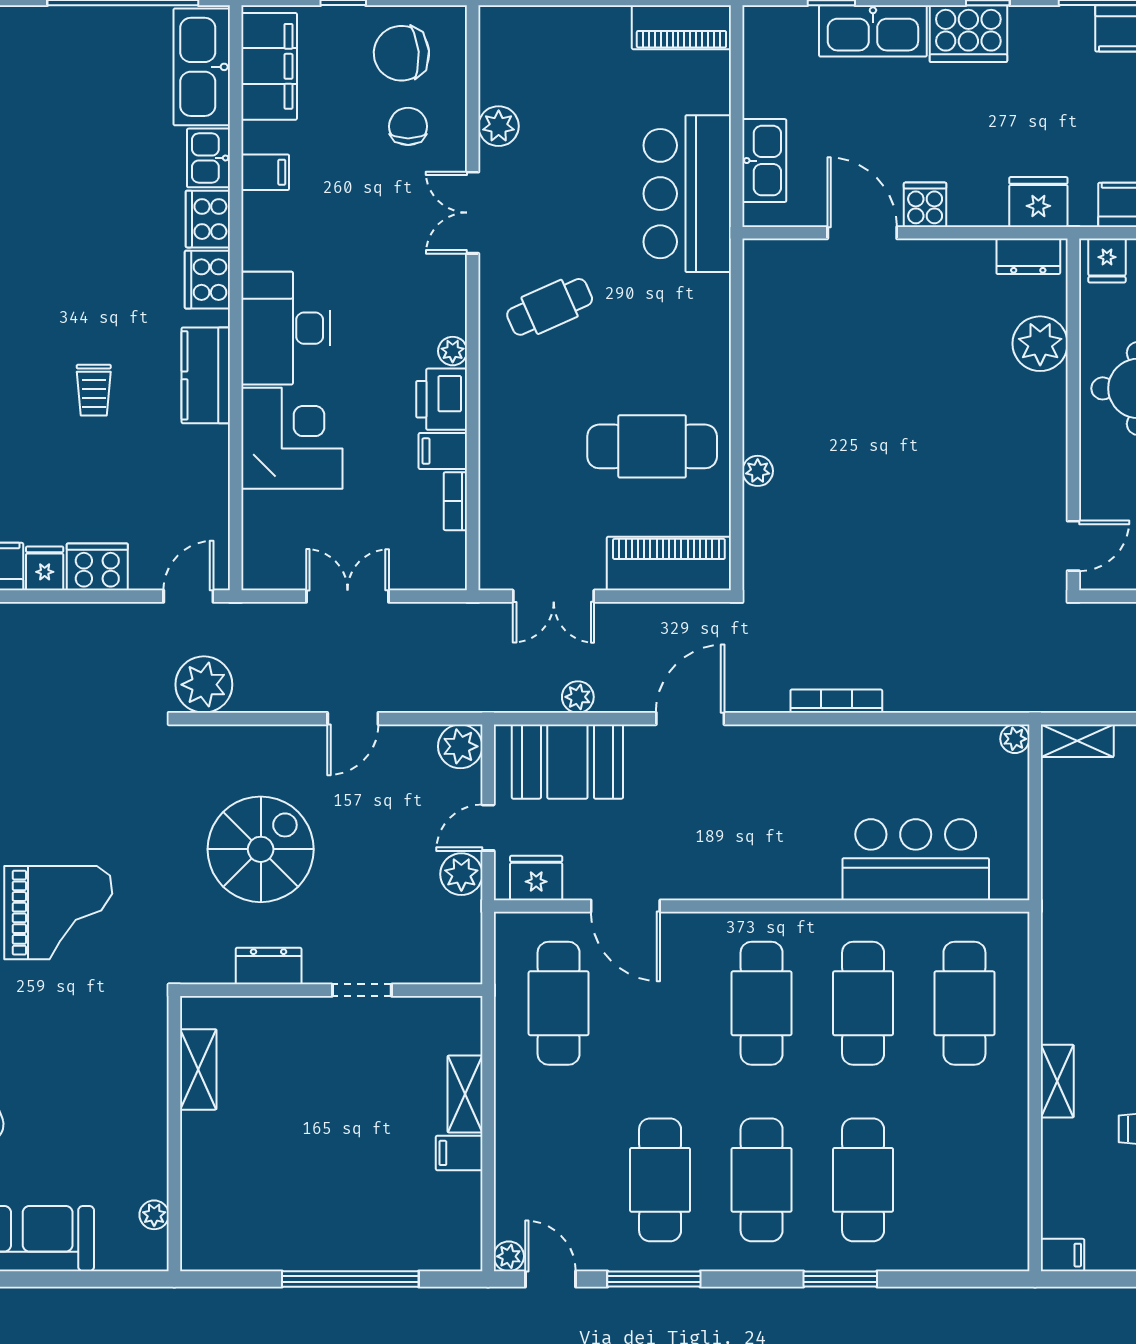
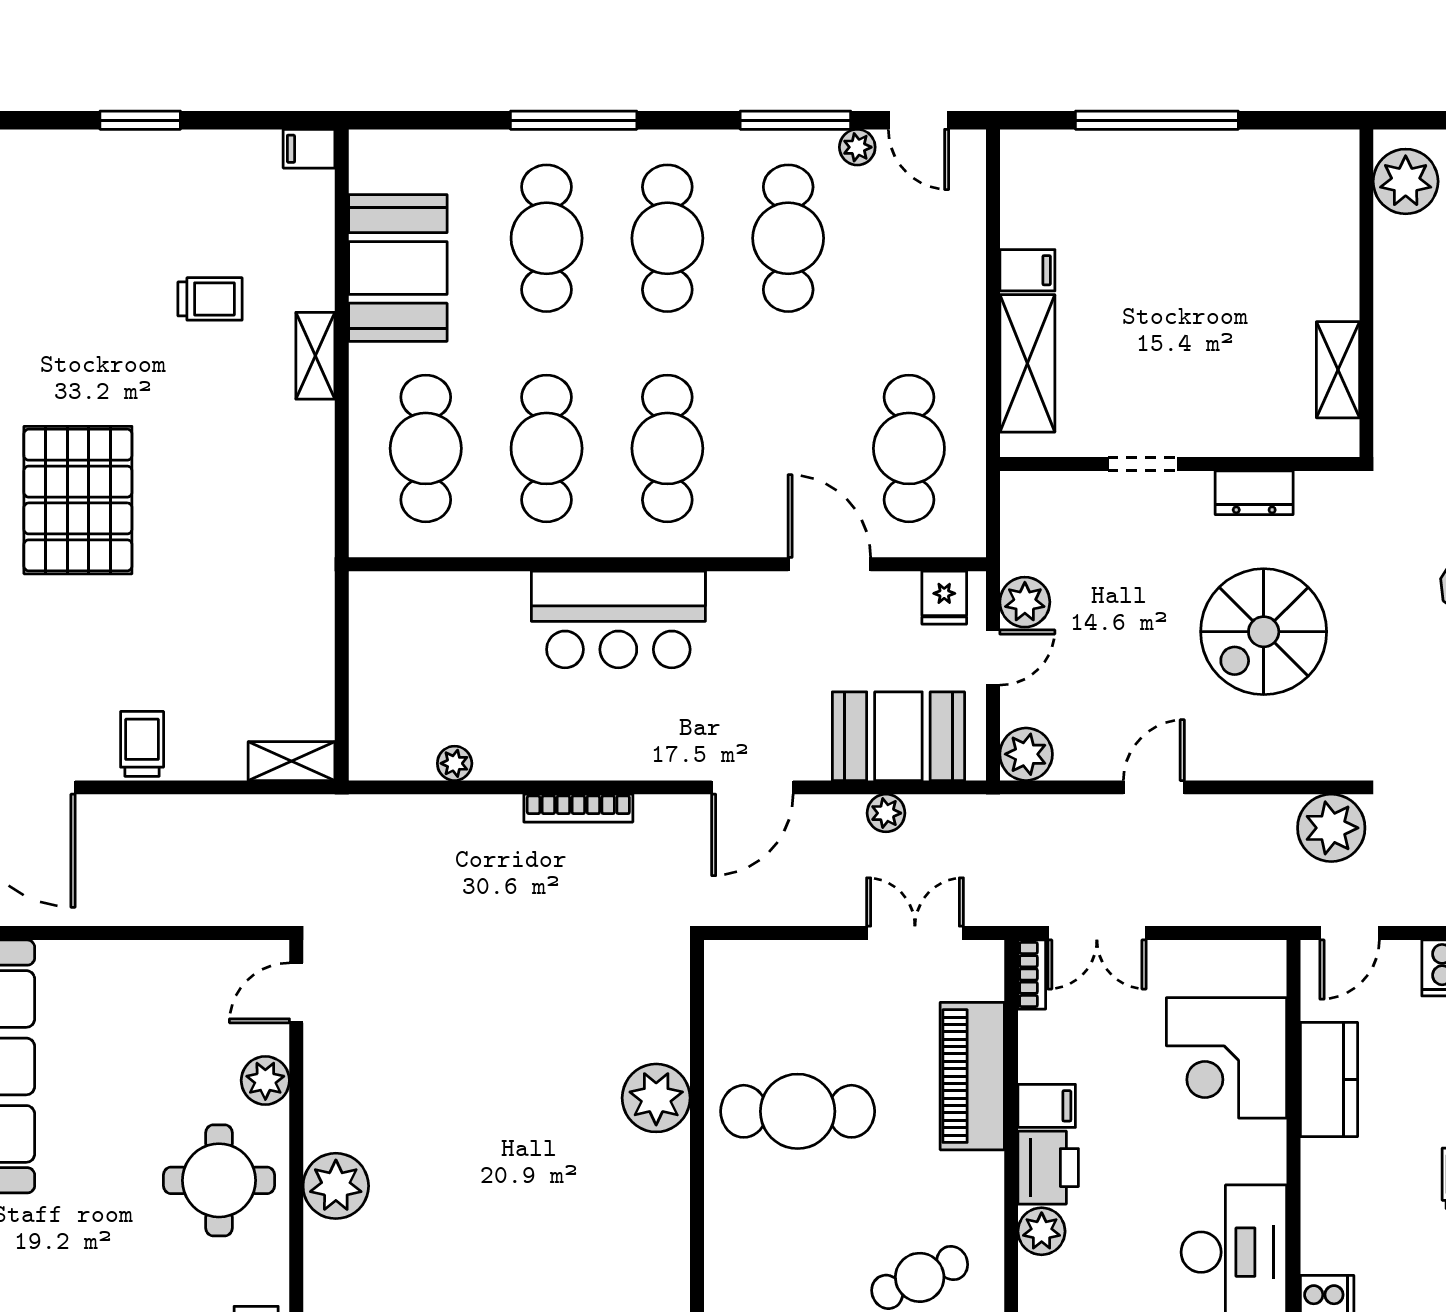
plant: (1040, 344) -> (336, 1186), moved
plant: (453, 351) -> (1042, 1231), width x1.38, depth x1.38
kitchen counter: (206, 375) -> (1329, 1080), moved
corner desk: (292, 438) -> (1226, 1058), moved
plant: (758, 471) -> (656, 1098), width x1.88, depth x1.88
plant: (1099, 472) -> (265, 1080), added
bookcase: (455, 501) -> (1032, 974), moved
piano: (669, 563) -> (972, 1076), moved, turned 90
double door: (348, 596) -> (1097, 933), moved
plant: (1015, 739) -> (455, 763), moved
bar counter: (916, 860) -> (618, 619), moved
fridge: (536, 878) -> (944, 598), width x0.72
shelving: (465, 1094) -> (1027, 363), width x1.50, depth x1.33
booth: (988, 1155) -> (398, 268), added
plant: (154, 1215) -> (1406, 181), width x1.87, depth x1.87
plant: (509, 1256) -> (857, 147), moved
window: (840, 1279) -> (574, 120), width x1.44

